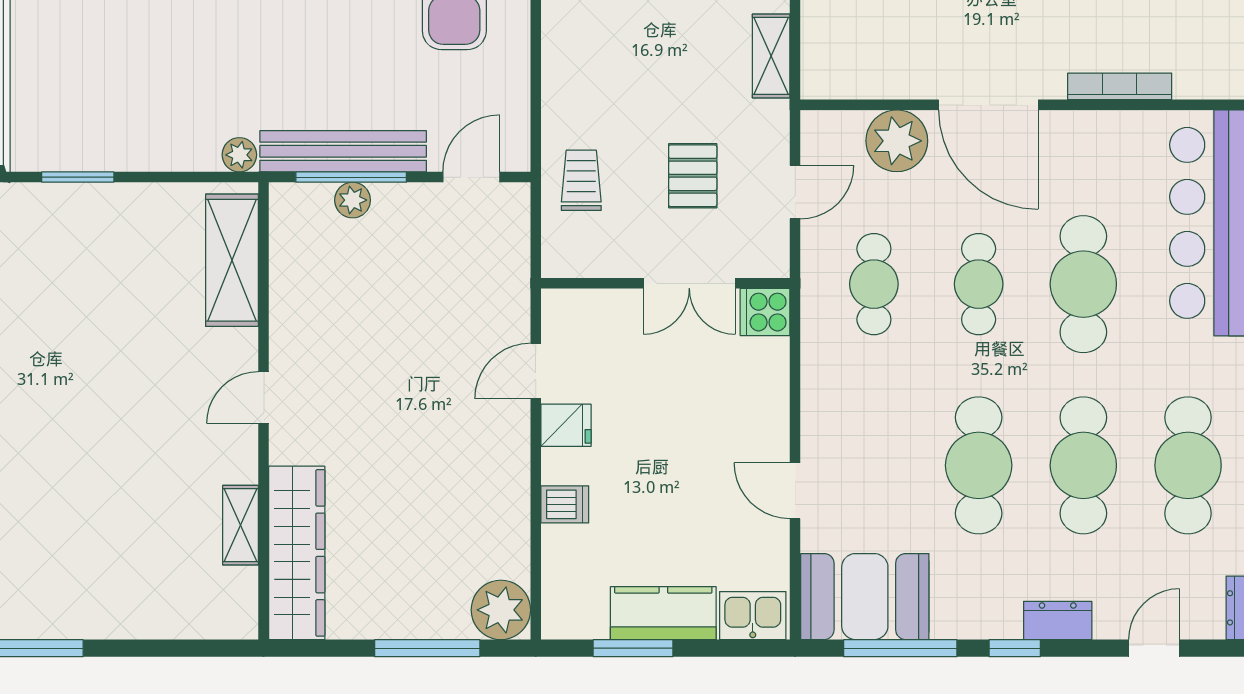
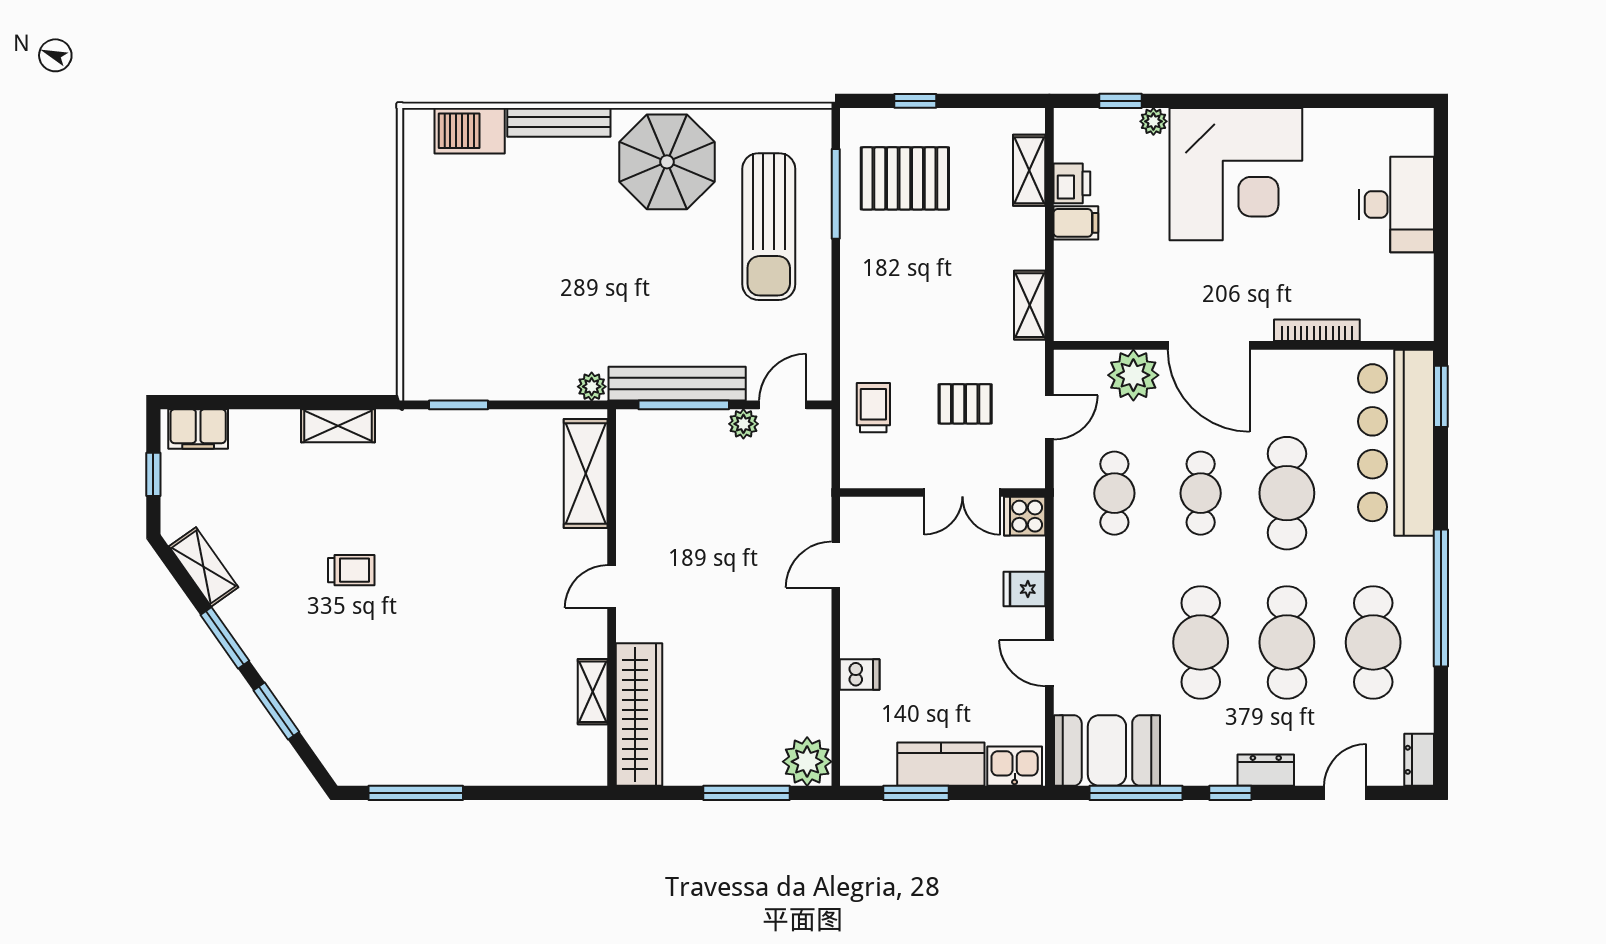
pallet: (693, 176) -> (965, 404), turned 90
plant: (353, 200) -> (743, 424), moved
fridge: (566, 425) -> (1024, 589), moved, turned 180

